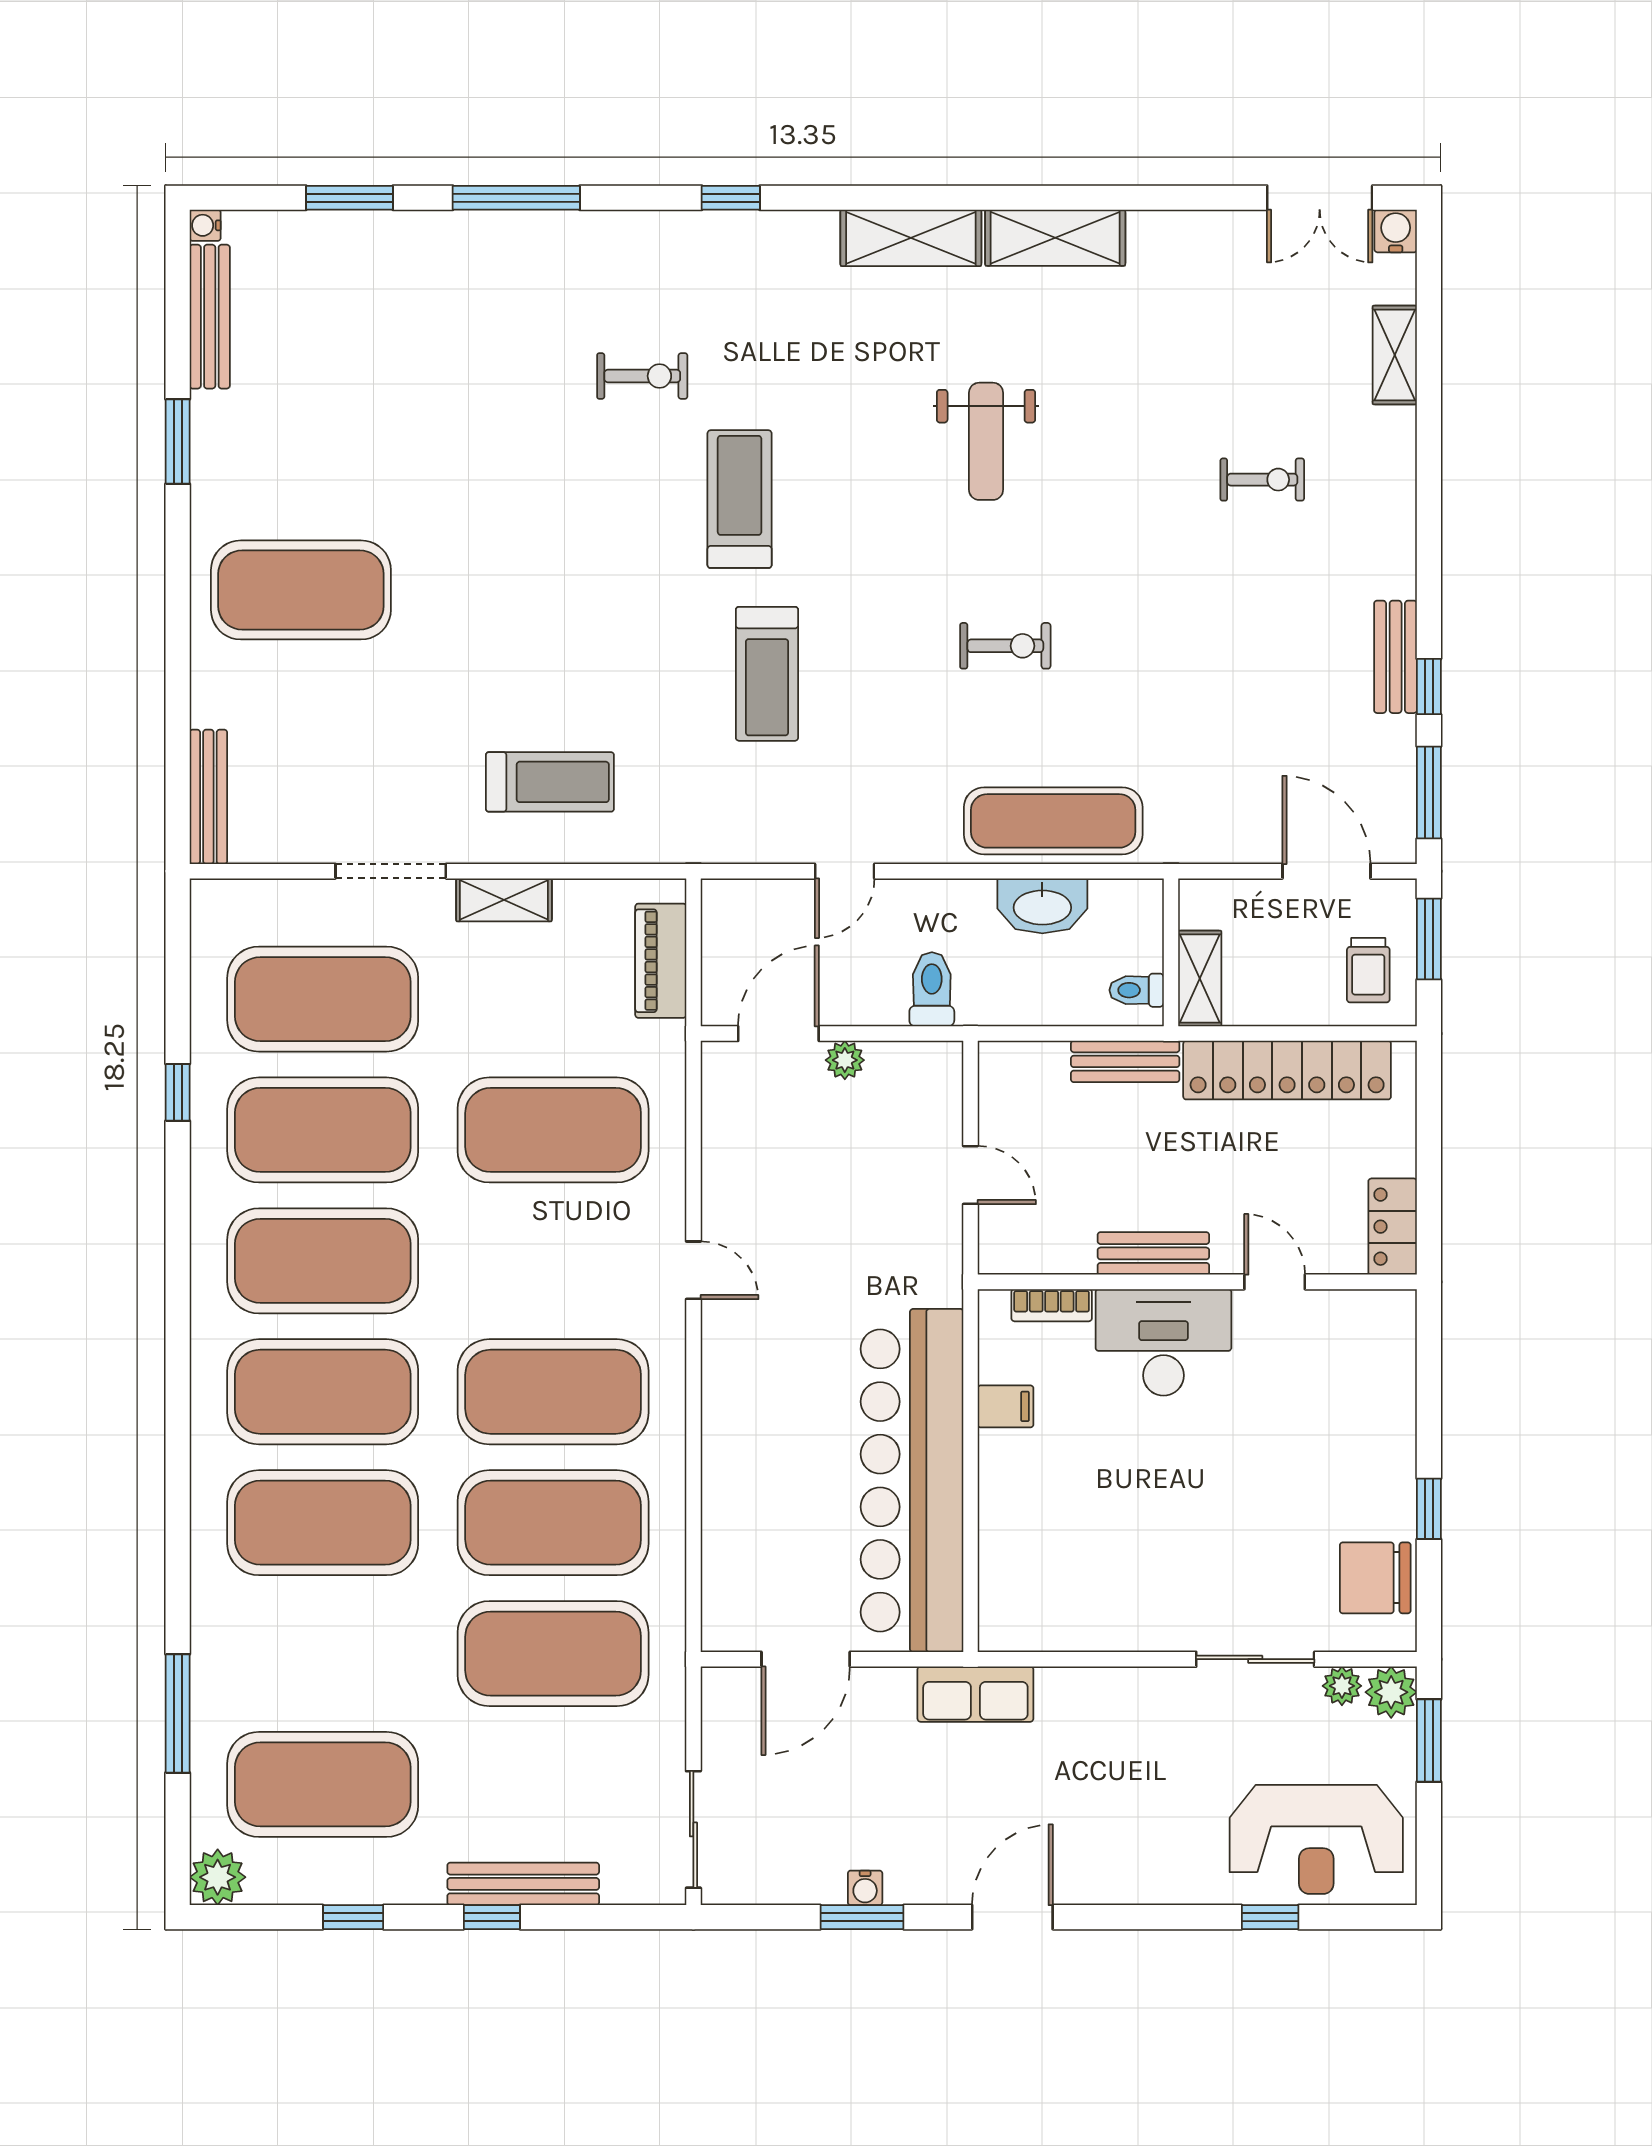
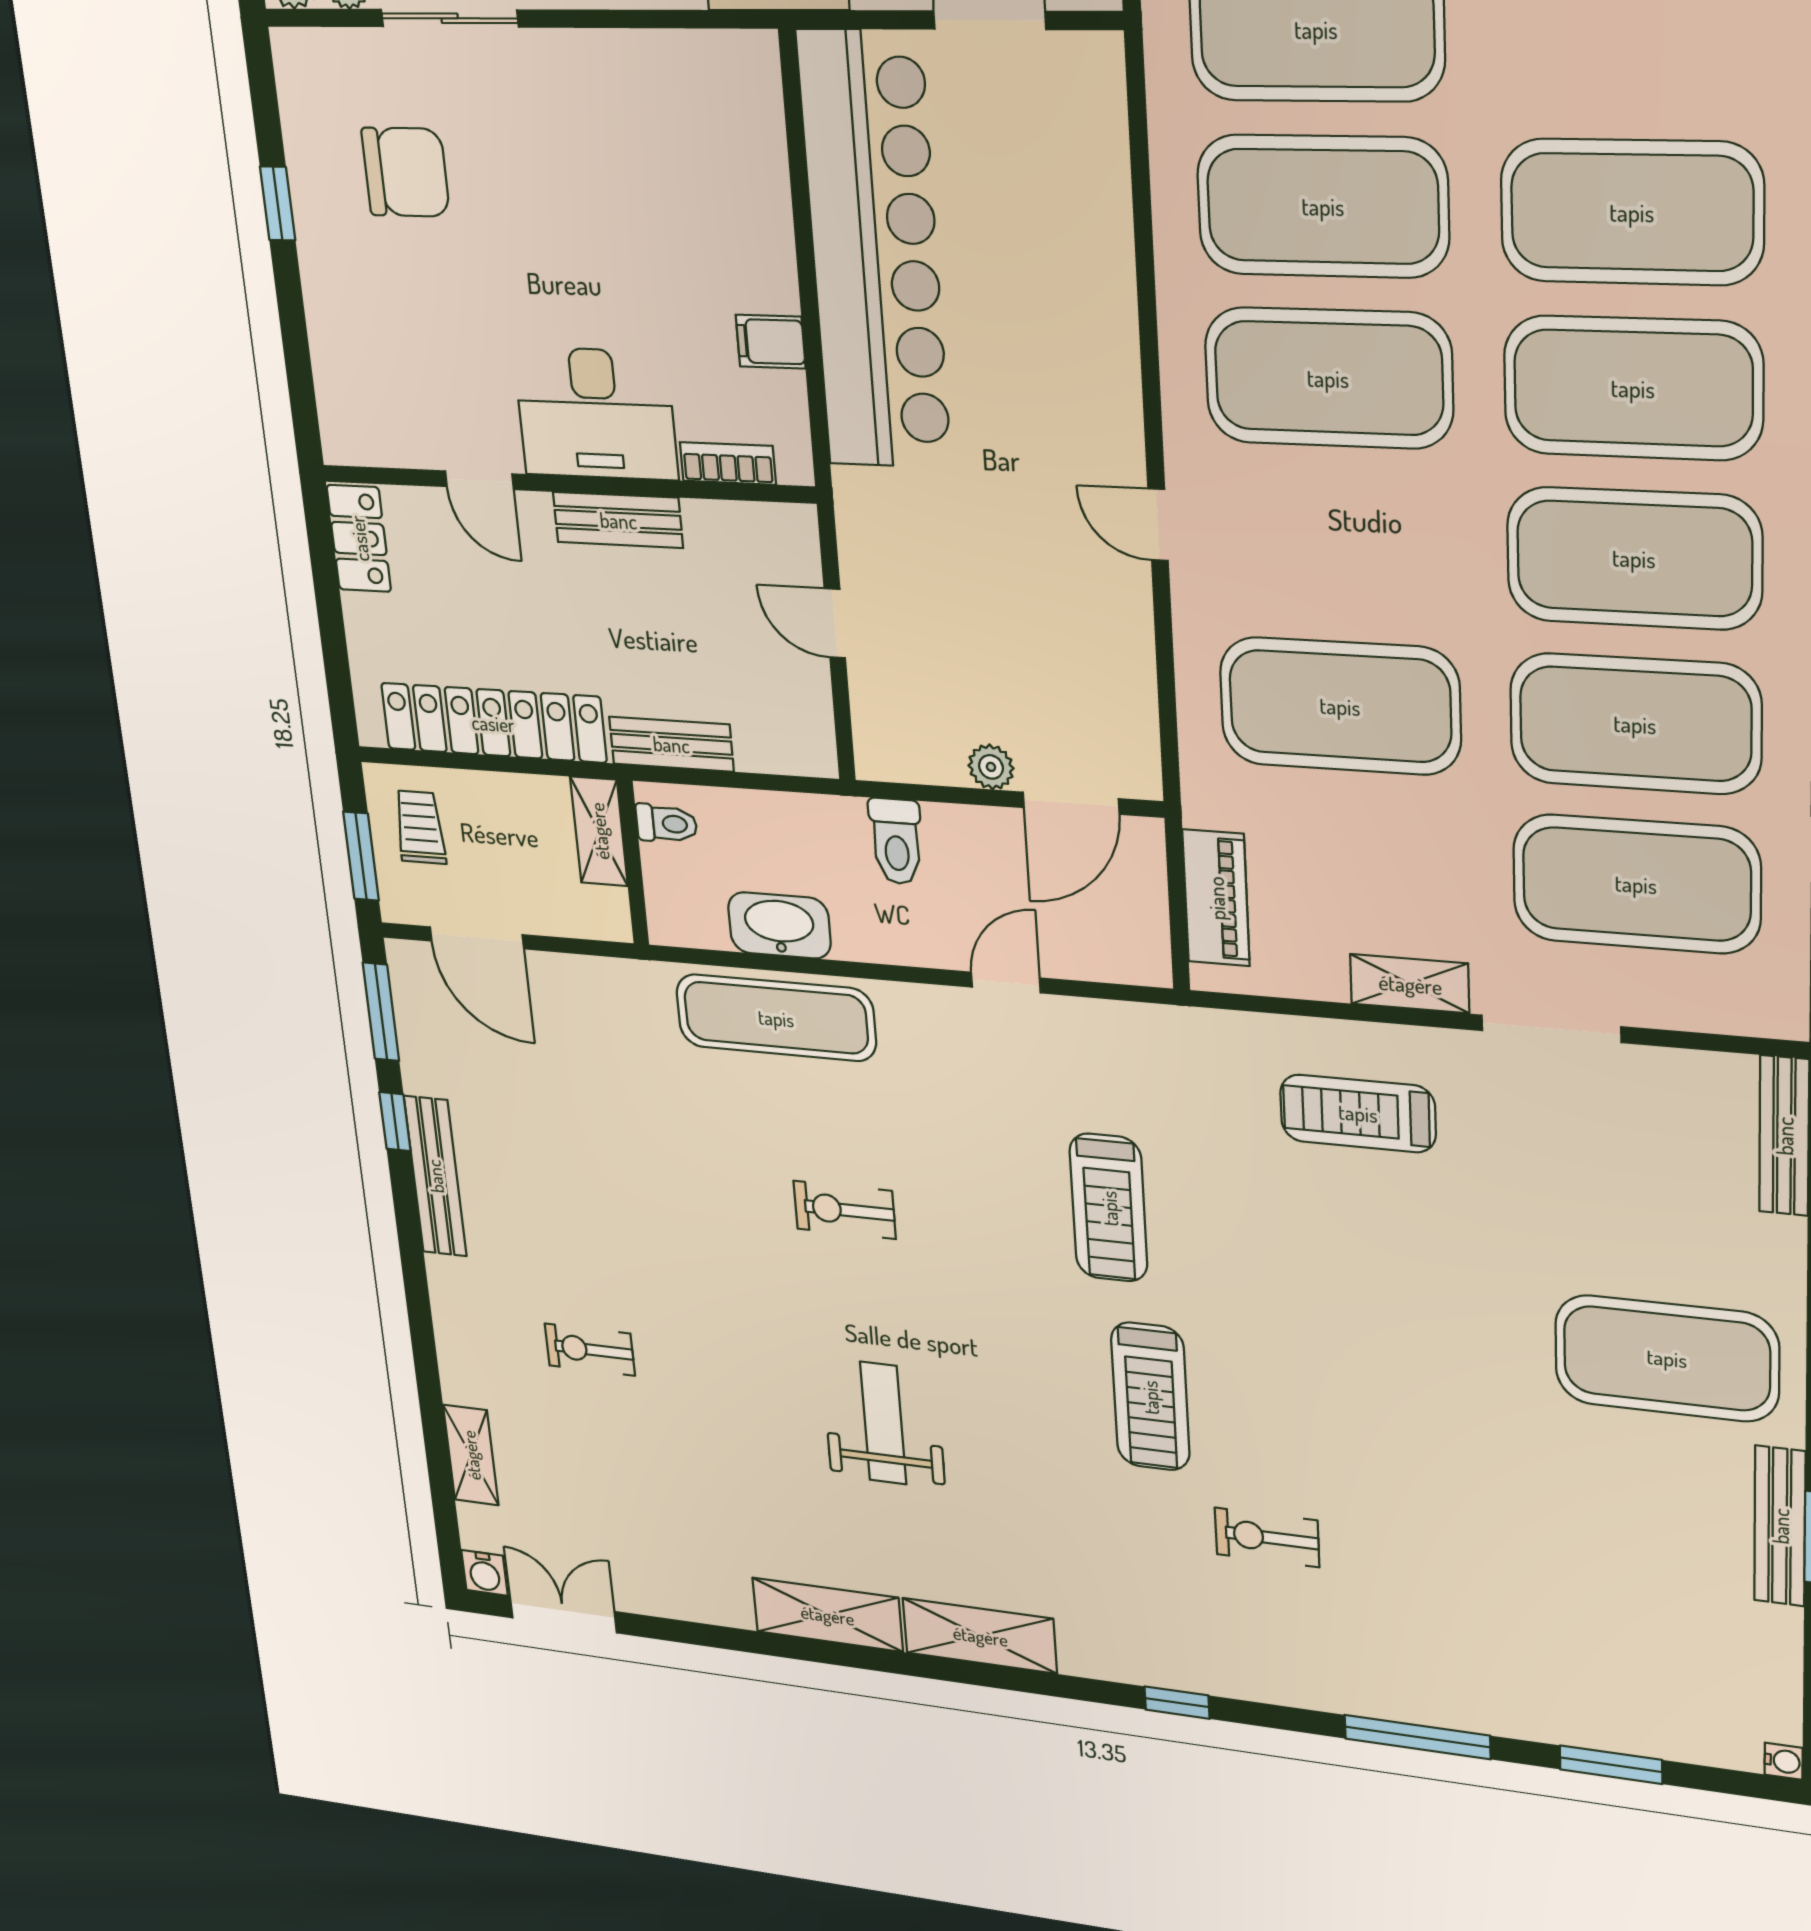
bench: (210, 317) -> (1780, 1526), moved
bench: (1396, 657) -> (435, 1176), width x1.36
treadmill: (767, 674) -> (1109, 1208), turned 180
chair: (1375, 1578) -> (406, 172), moved

